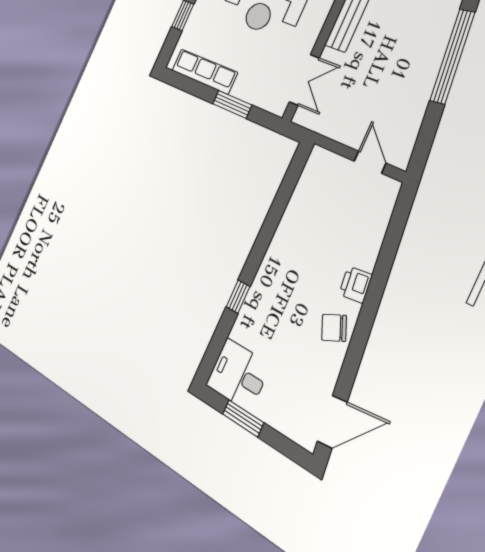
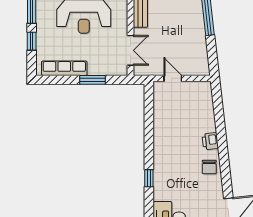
door: (370, 162) -> (173, 78), moved
chair: (334, 328) -> (209, 167), turned -66

